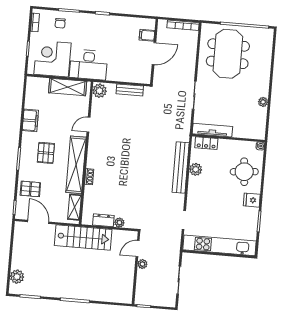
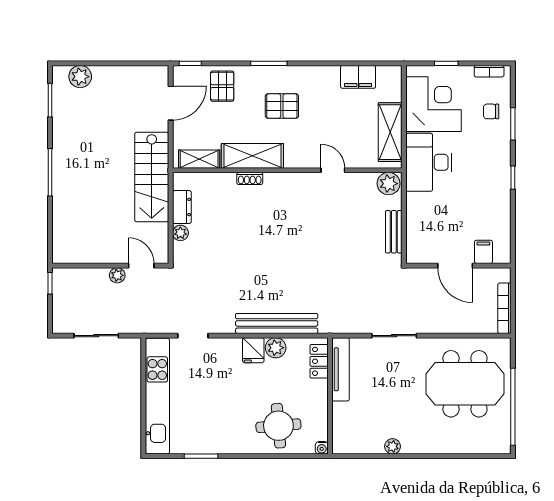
filing cabinet: (30, 120) -> (358, 77), moved
shelving: (76, 165) -> (252, 156), width x0.68
fridge: (252, 200) -> (253, 350), moved, turned 180

